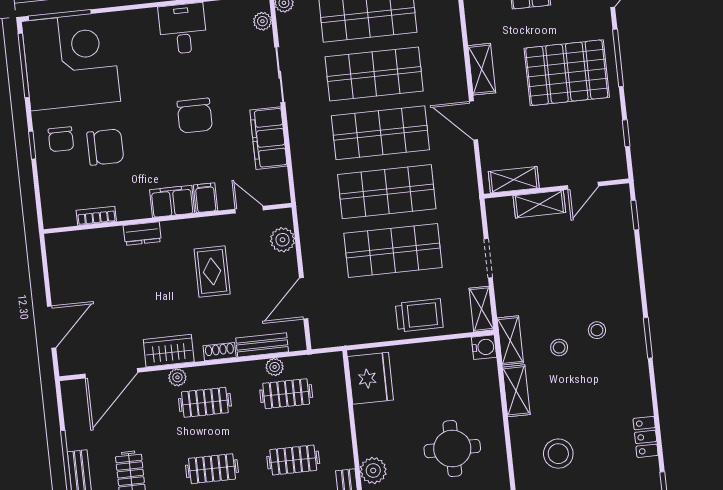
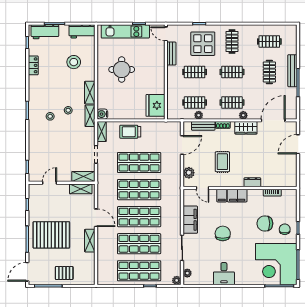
shelving: (539, 204) -> (83, 176), moved
plant: (373, 470) -> (159, 63), removed

